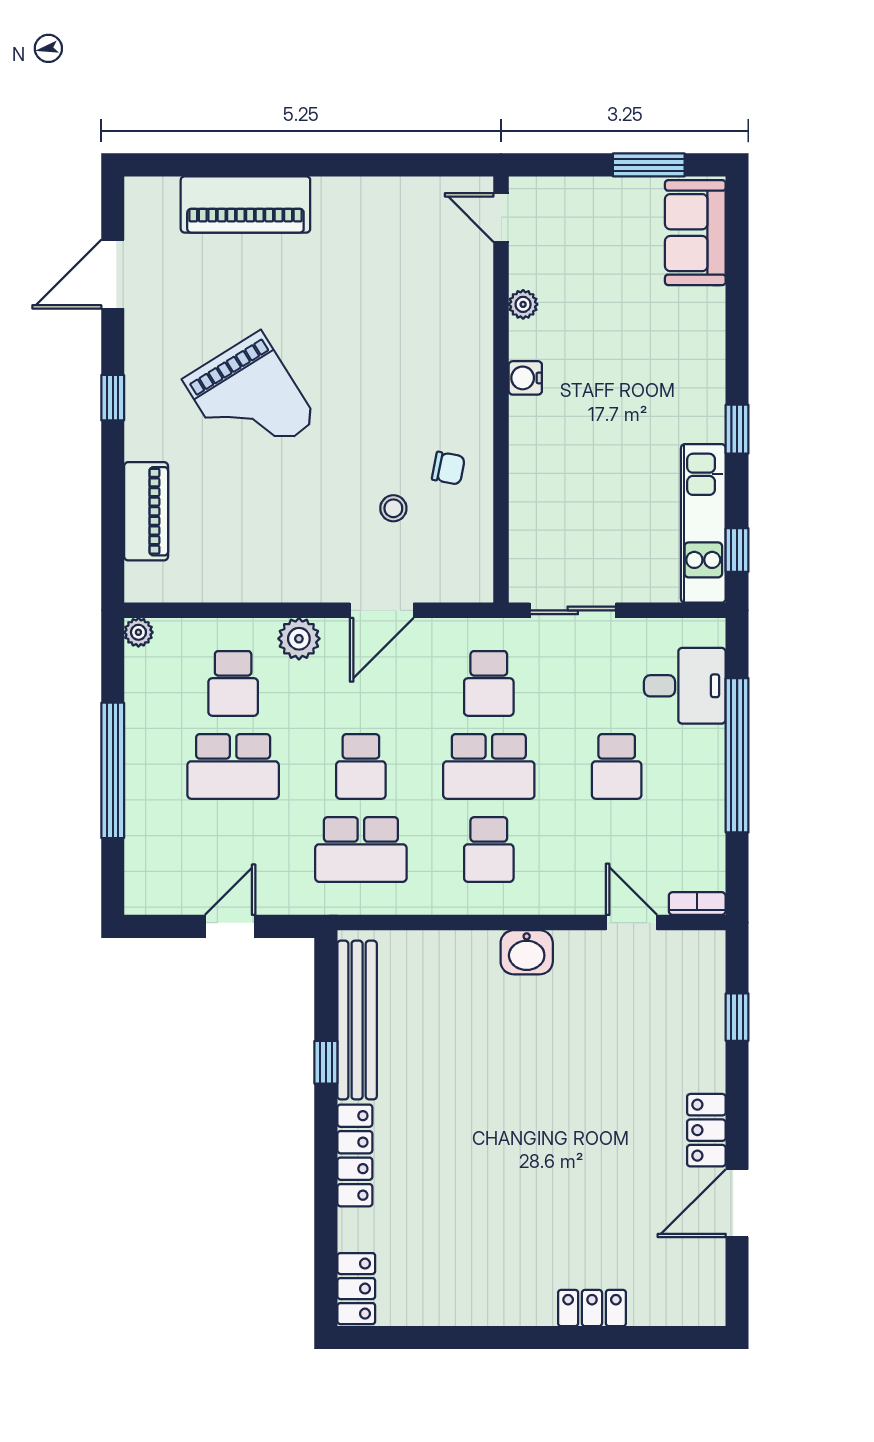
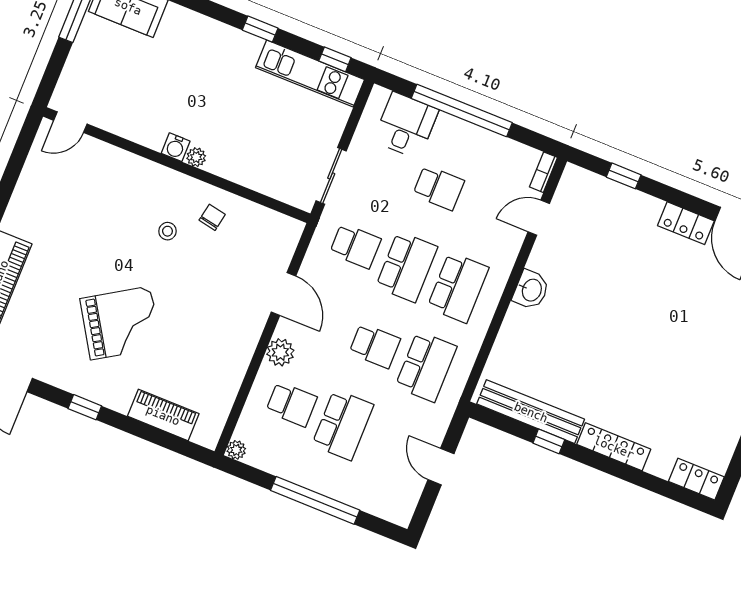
plant: (523, 304) -> (196, 157), moved
stool: (393, 508) -> (167, 231), moved
school desk: (489, 849) -> (458, 288), width x1.85

